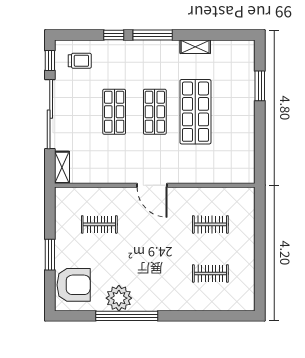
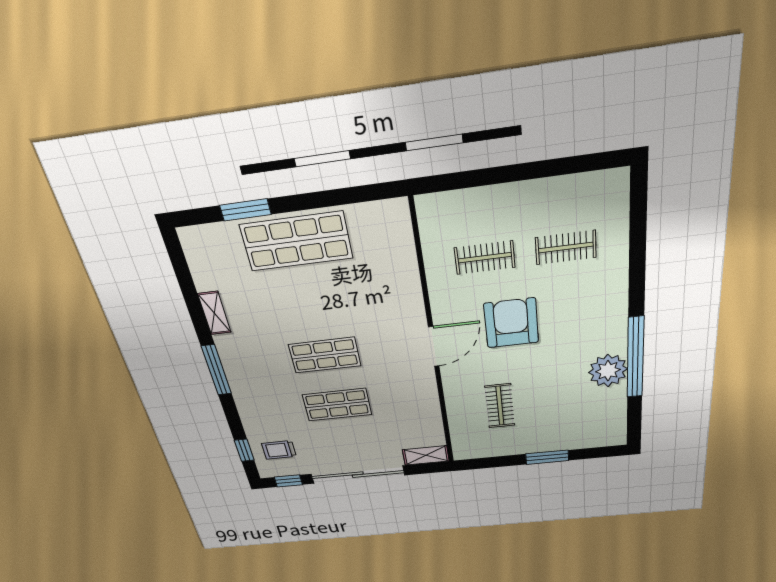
window: (114, 35) -> (244, 450), moved
trolley: (80, 61) -> (279, 450), turned -90
shop shelf: (195, 112) -> (296, 241), moved
clothes rail: (210, 224) -> (485, 258), turned 90
clothes rail: (210, 273) -> (566, 247), turned 90
armchair: (74, 285) -> (511, 323), moved

